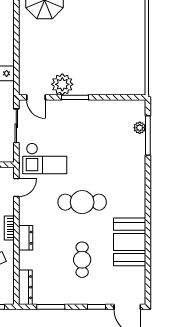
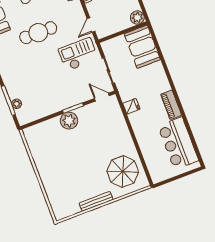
plant: (62, 84) -> (69, 121), moved

